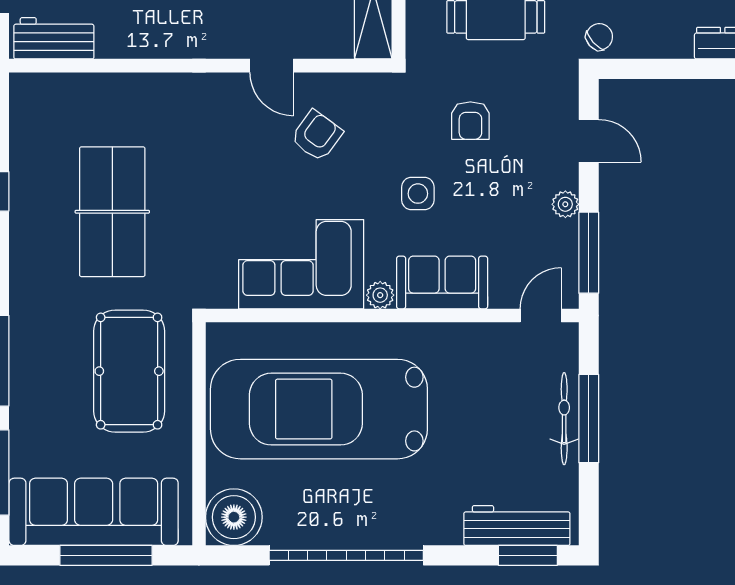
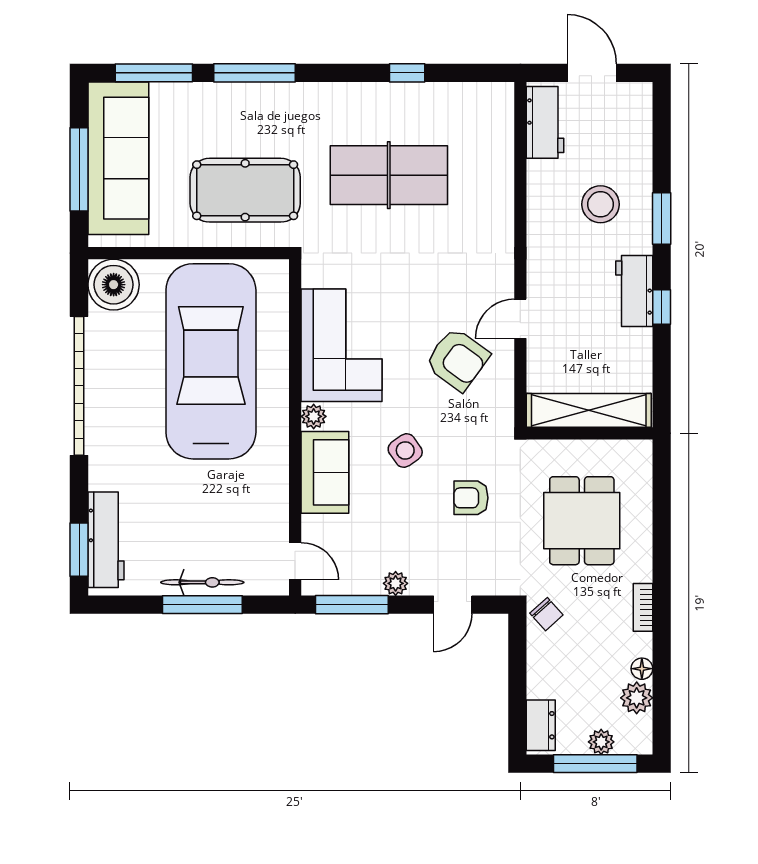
armchair: (317, 136) -> (457, 359), width x1.38, depth x1.38
side table: (418, 194) -> (405, 450), turned -35

